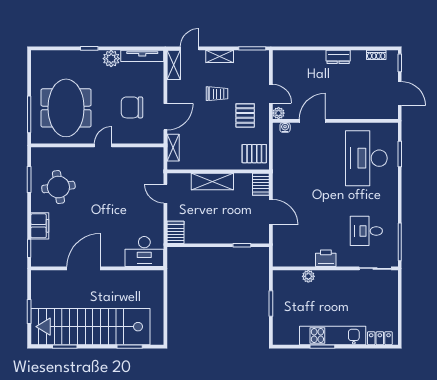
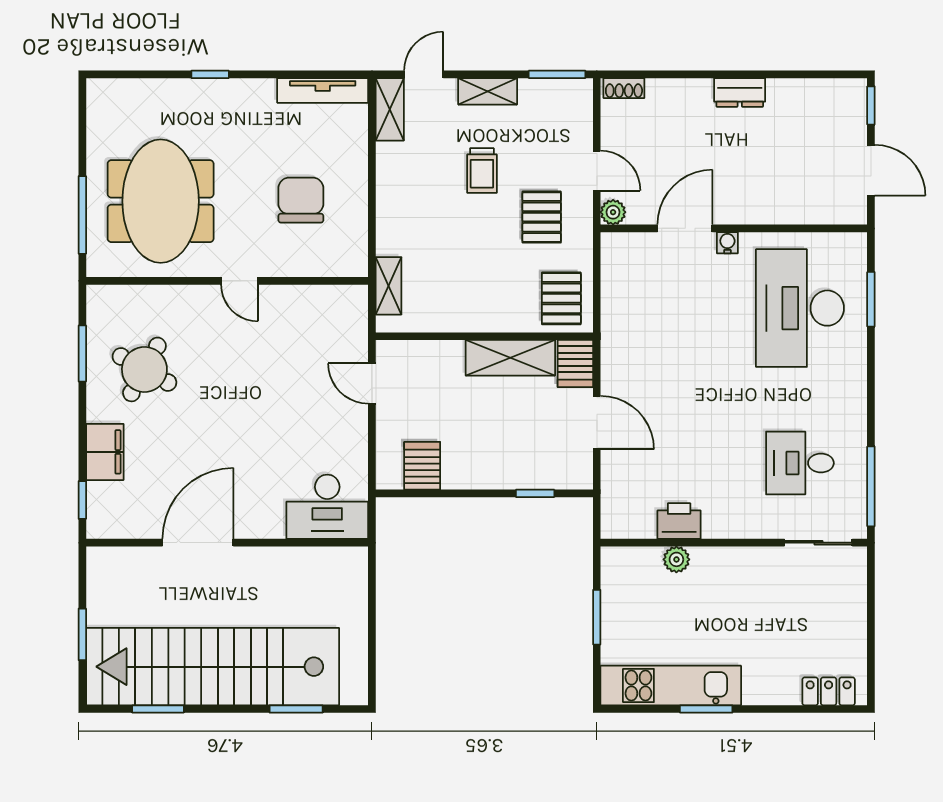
shoe rack: (376, 55) -> (624, 88), moved
plant: (111, 59) -> (257, 96), removed
trolley: (217, 94) -> (482, 171), turned 90
chair: (132, 107) -> (301, 200), turned 90
door: (165, 117) -> (372, 220), removed
water cooler: (285, 127) -> (727, 243), moved
door: (103, 145) -> (240, 281), swing flipped
pallet: (254, 154) -> (561, 298), turned 90
shelving: (212, 182) -> (510, 358), moved
round table: (58, 187) -> (144, 369), turned 37
server rack: (175, 232) -> (422, 466), moved
printer: (326, 258) -> (679, 521), moved
kitchen unit: (333, 336) -> (671, 686), moved

